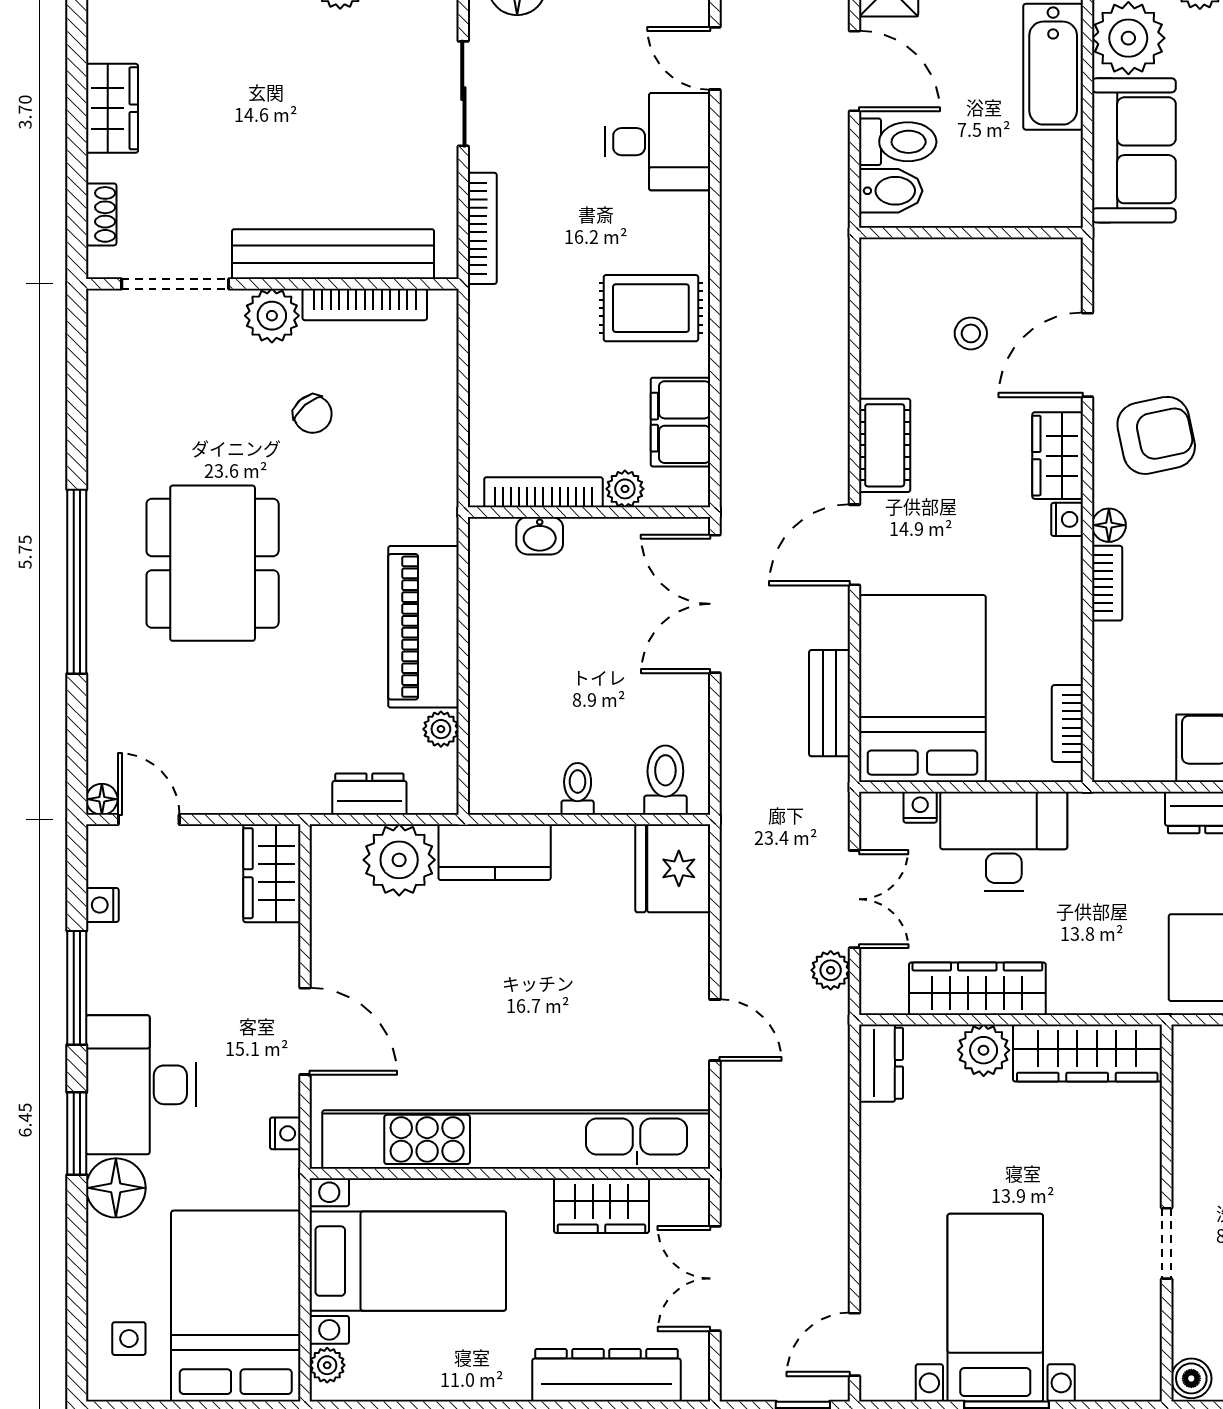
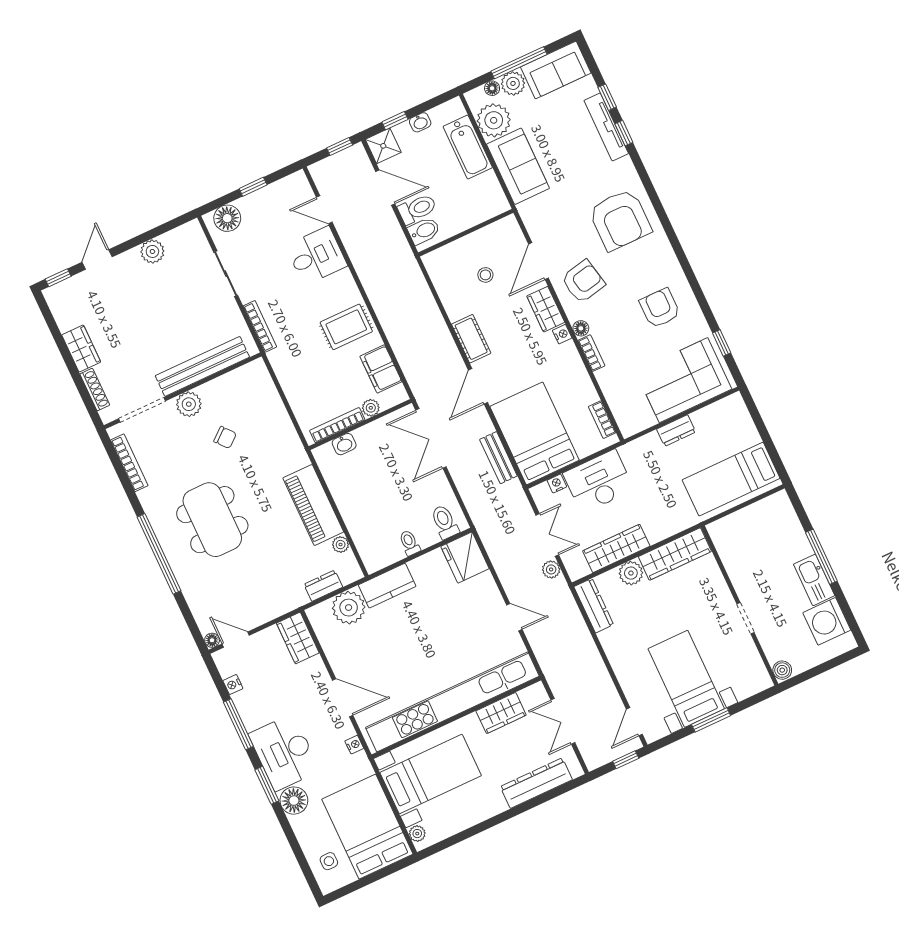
shoe rack: (101, 214) -> (95, 390), width x1.43
bookcase: (365, 304) -> (129, 463), moved, turned -90
dresser: (881, 1063) -> (594, 606), width x1.44

